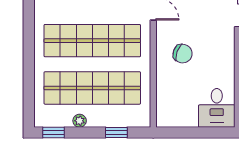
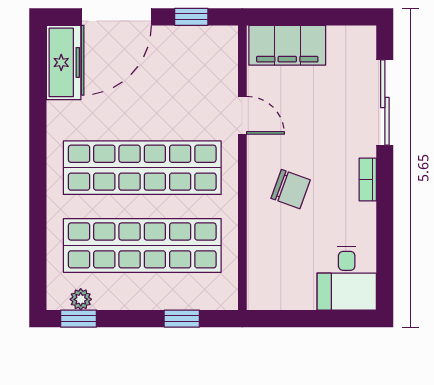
bookcase: (230, 48) -> (368, 180), added
plant: (80, 121) -> (81, 299), moved

